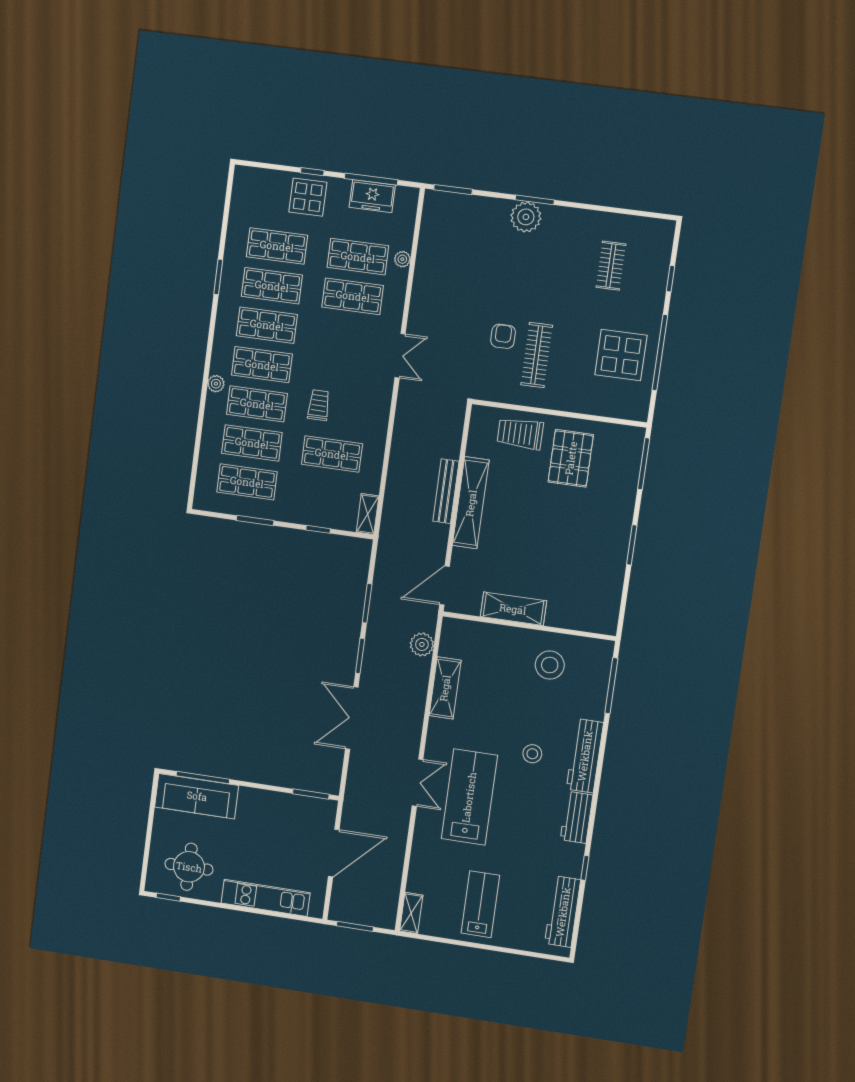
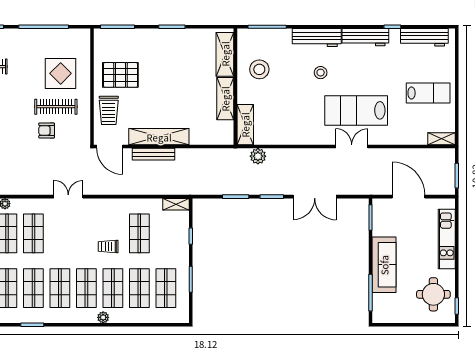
display table: (621, 355) -> (61, 73), moved
door: (444, 586) -> (110, 147), moved
shelving: (579, 618) -> (225, 54), added
shelving: (445, 688) -> (245, 125), moved, turned 90
sofa: (197, 796) -> (384, 265), moved
workbench: (577, 817) -> (365, 37), width x1.38
lab bench: (480, 904) -> (428, 93), turned 180

